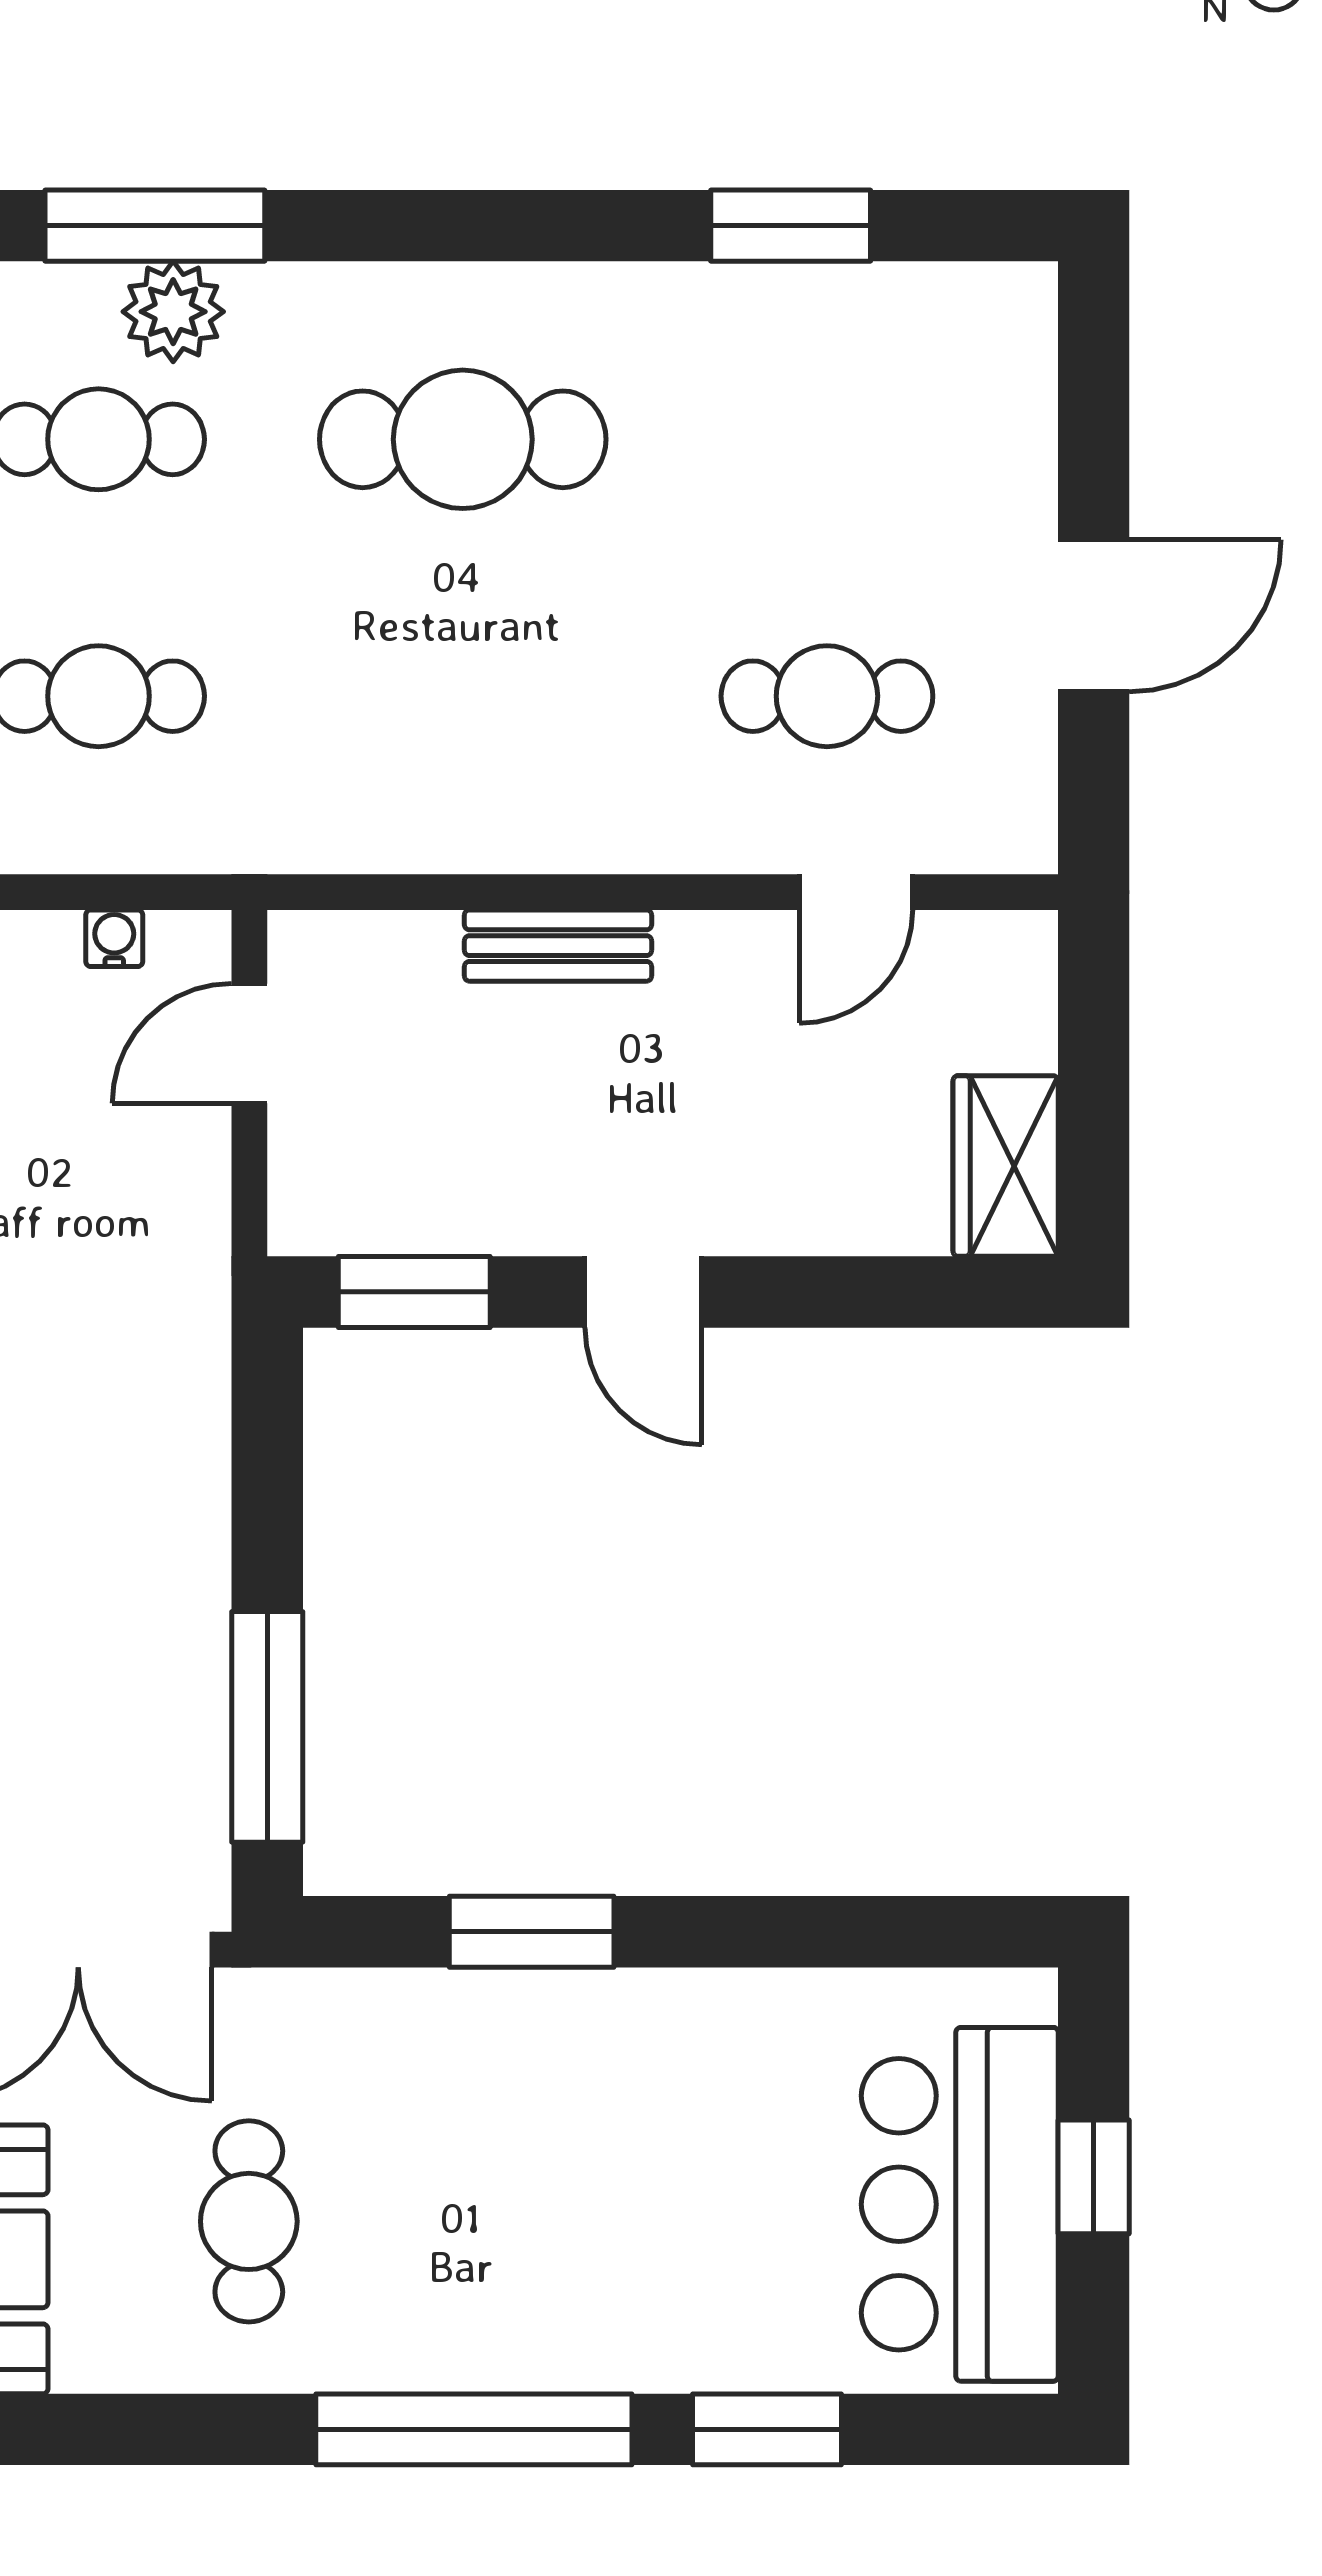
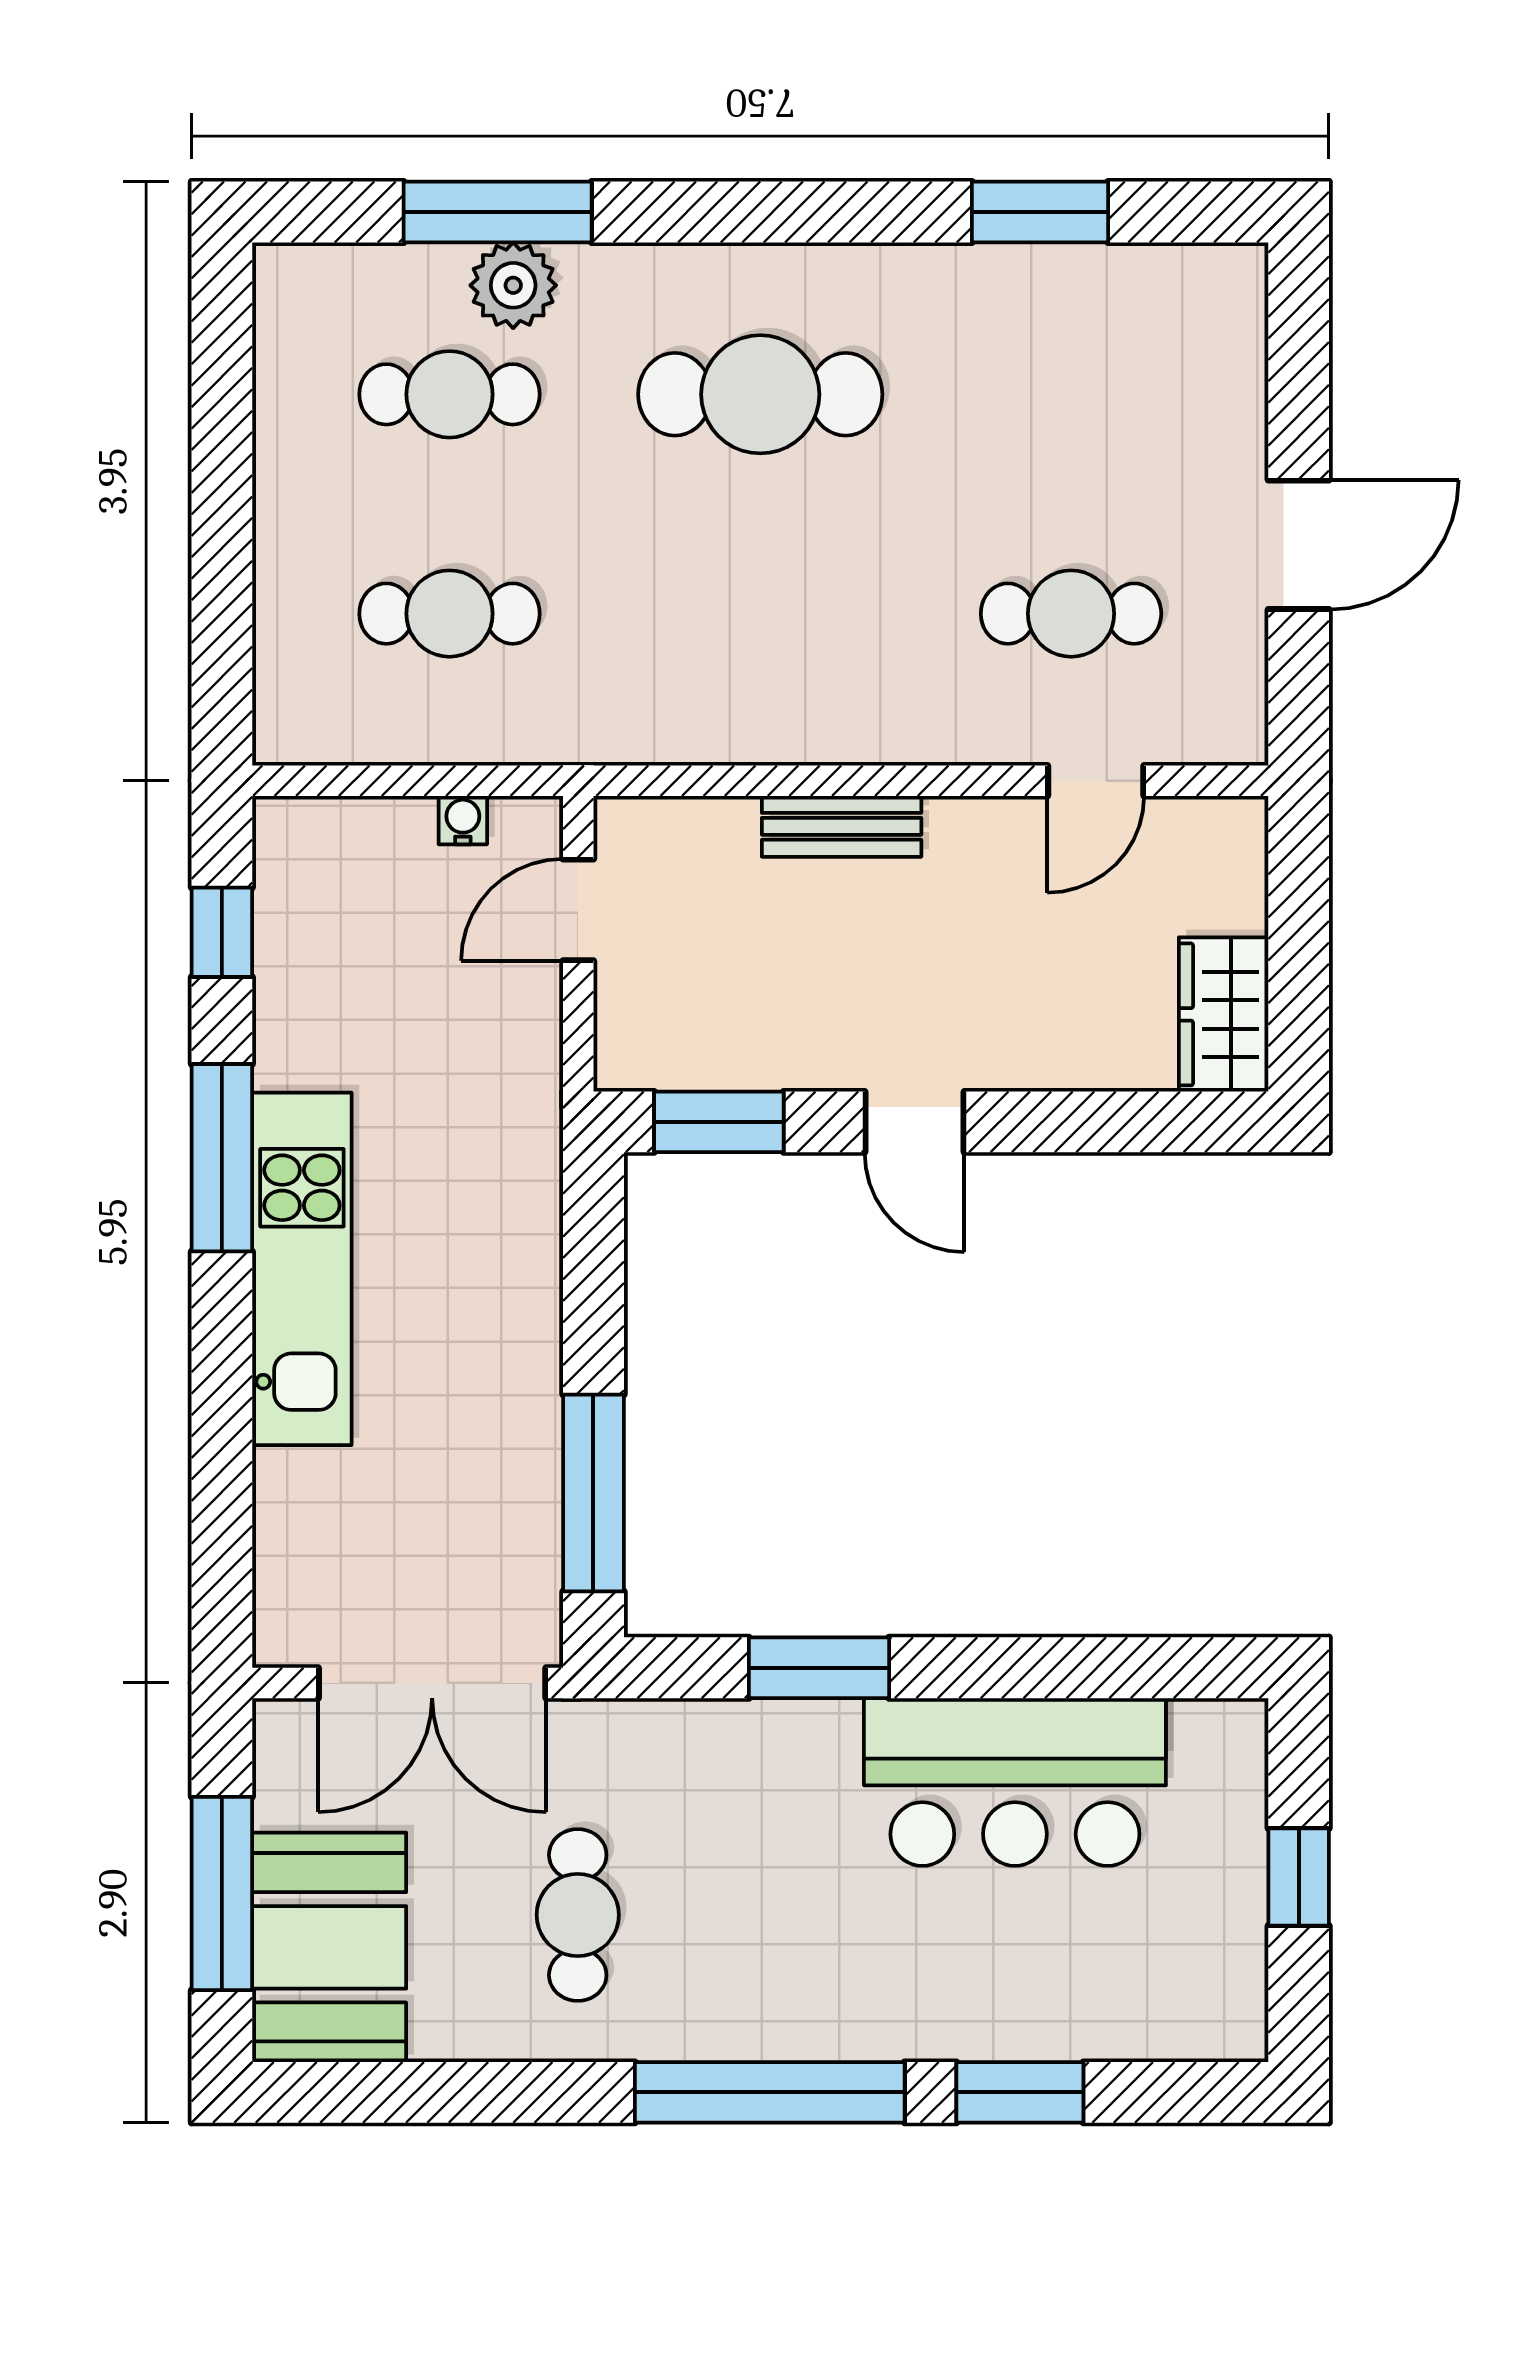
bar counter: (960, 2204) -> (1015, 1782), moved, turned -90

